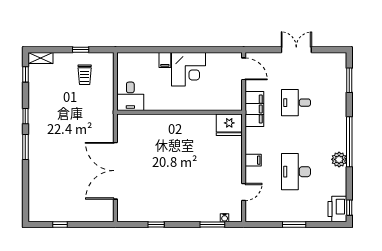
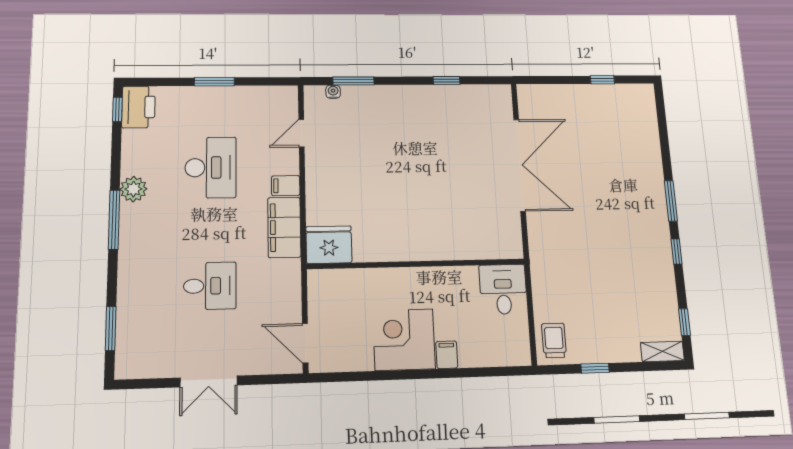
trolley: (85, 75) -> (554, 340), moved
filing cabinet: (254, 109) -> (284, 227), moved
window: (349, 142) -> (114, 220), width x0.68

